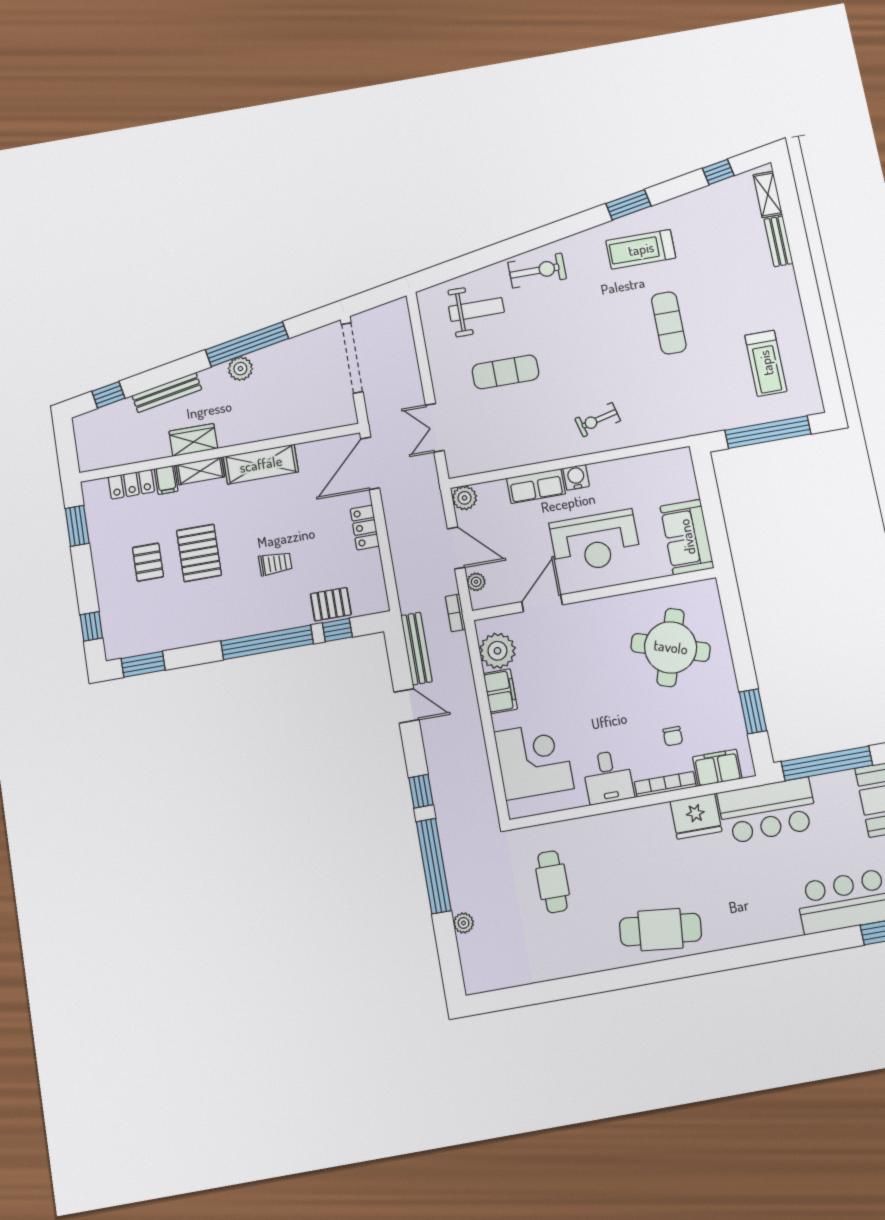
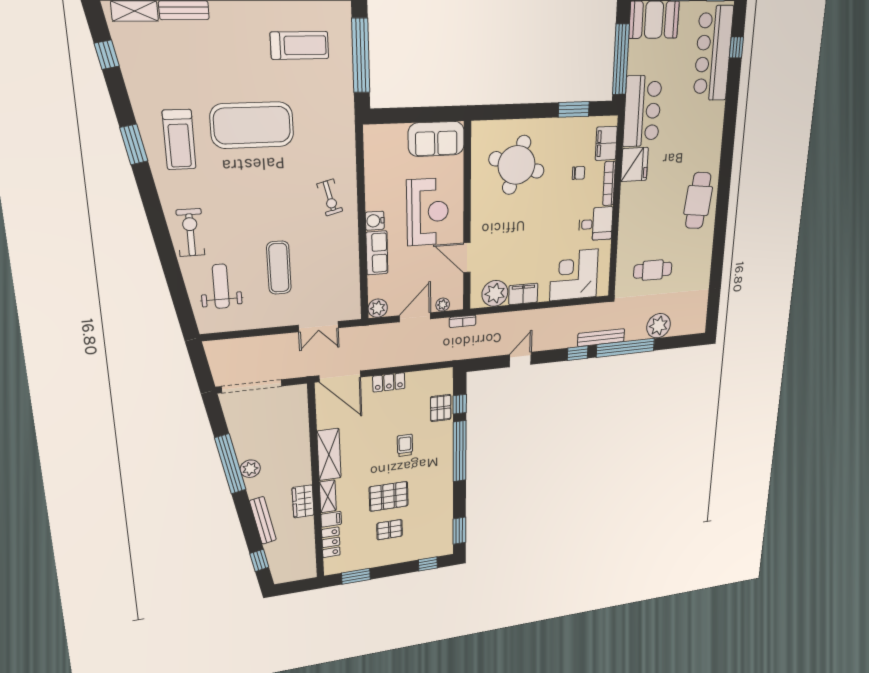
exercise mat: (669, 323) -> (252, 125), width x2.00, depth x1.45
bench: (417, 649) -> (601, 338), moved
plant: (464, 923) -> (659, 326), width x1.87, depth x1.87

